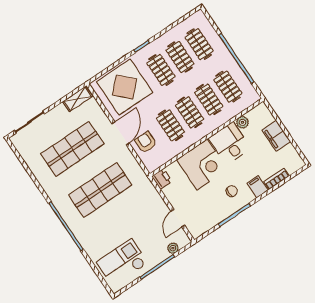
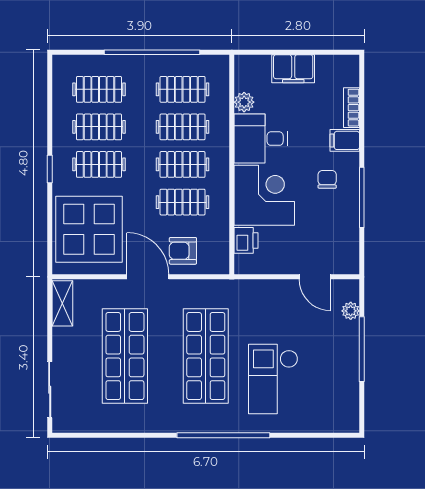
printer: (162, 179) -> (246, 240), moved, turned 90
checkout: (122, 263) -> (273, 379), moved

